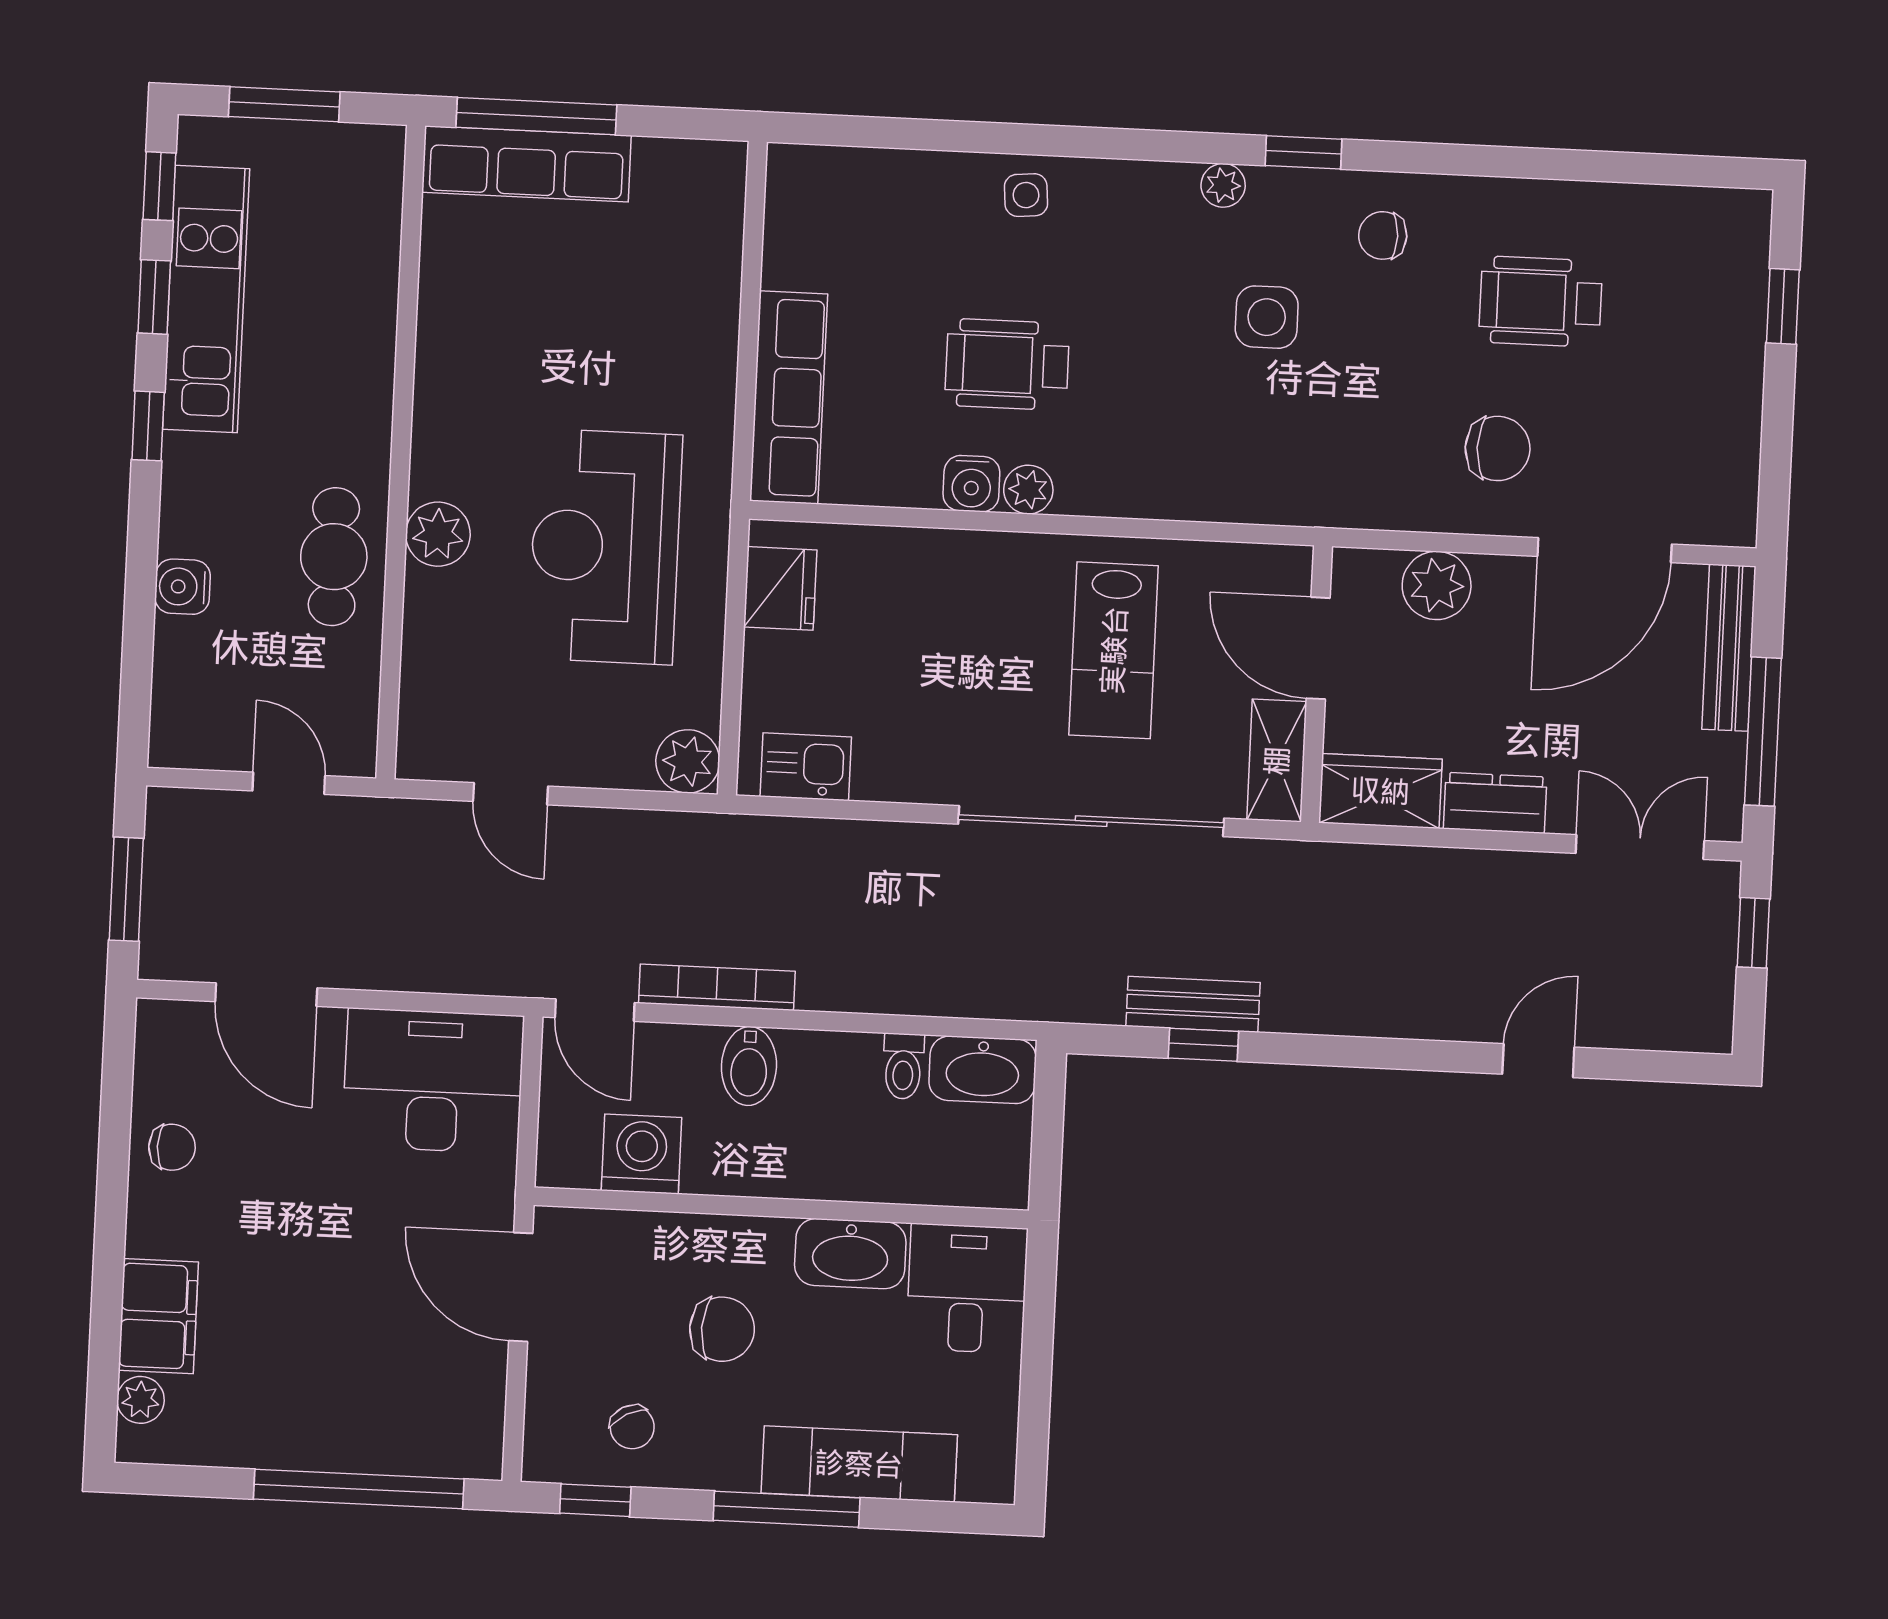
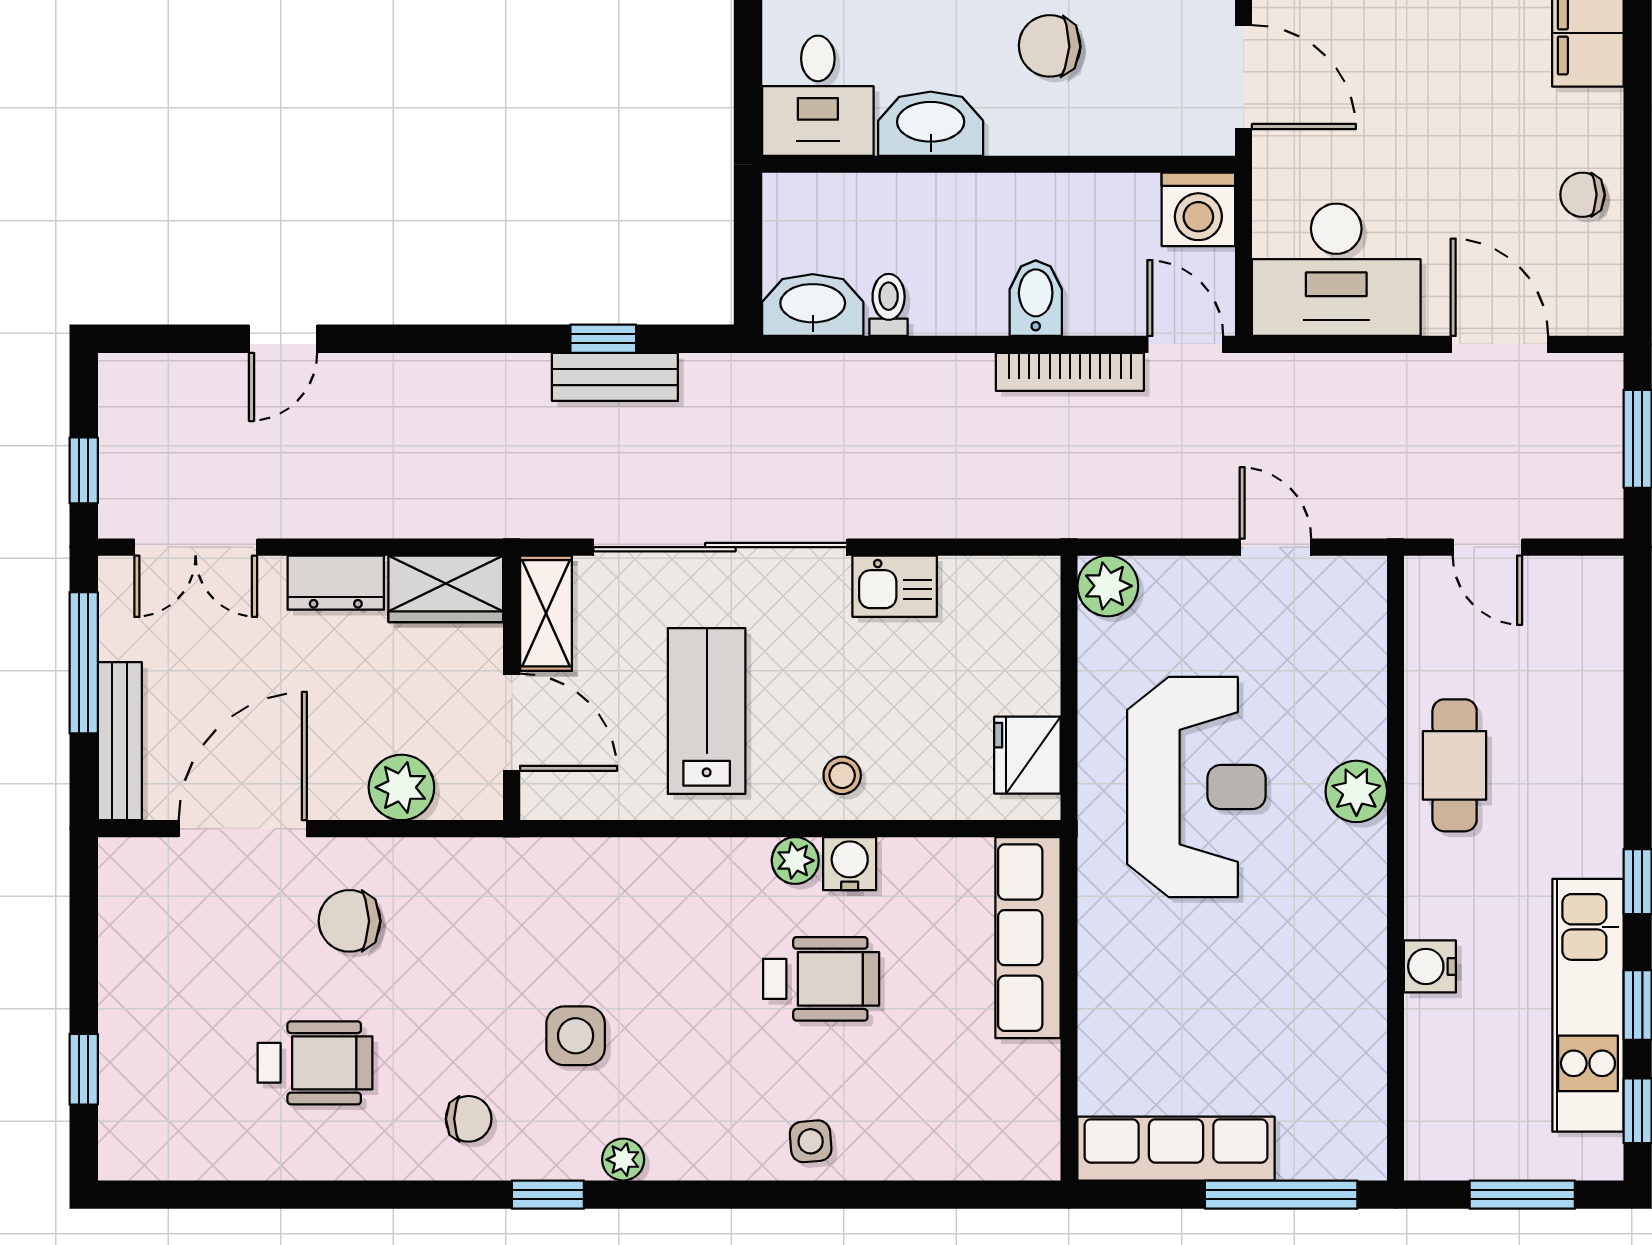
row of seats: (526, 164) -> (1176, 1149), moved
stool: (975, 576) -> (842, 775), added
water cooler: (183, 587) -> (1430, 966), moved, turned 180
kitchen sink: (806, 767) -> (895, 586), moved
washing machine: (641, 1154) -> (1198, 209), moved

